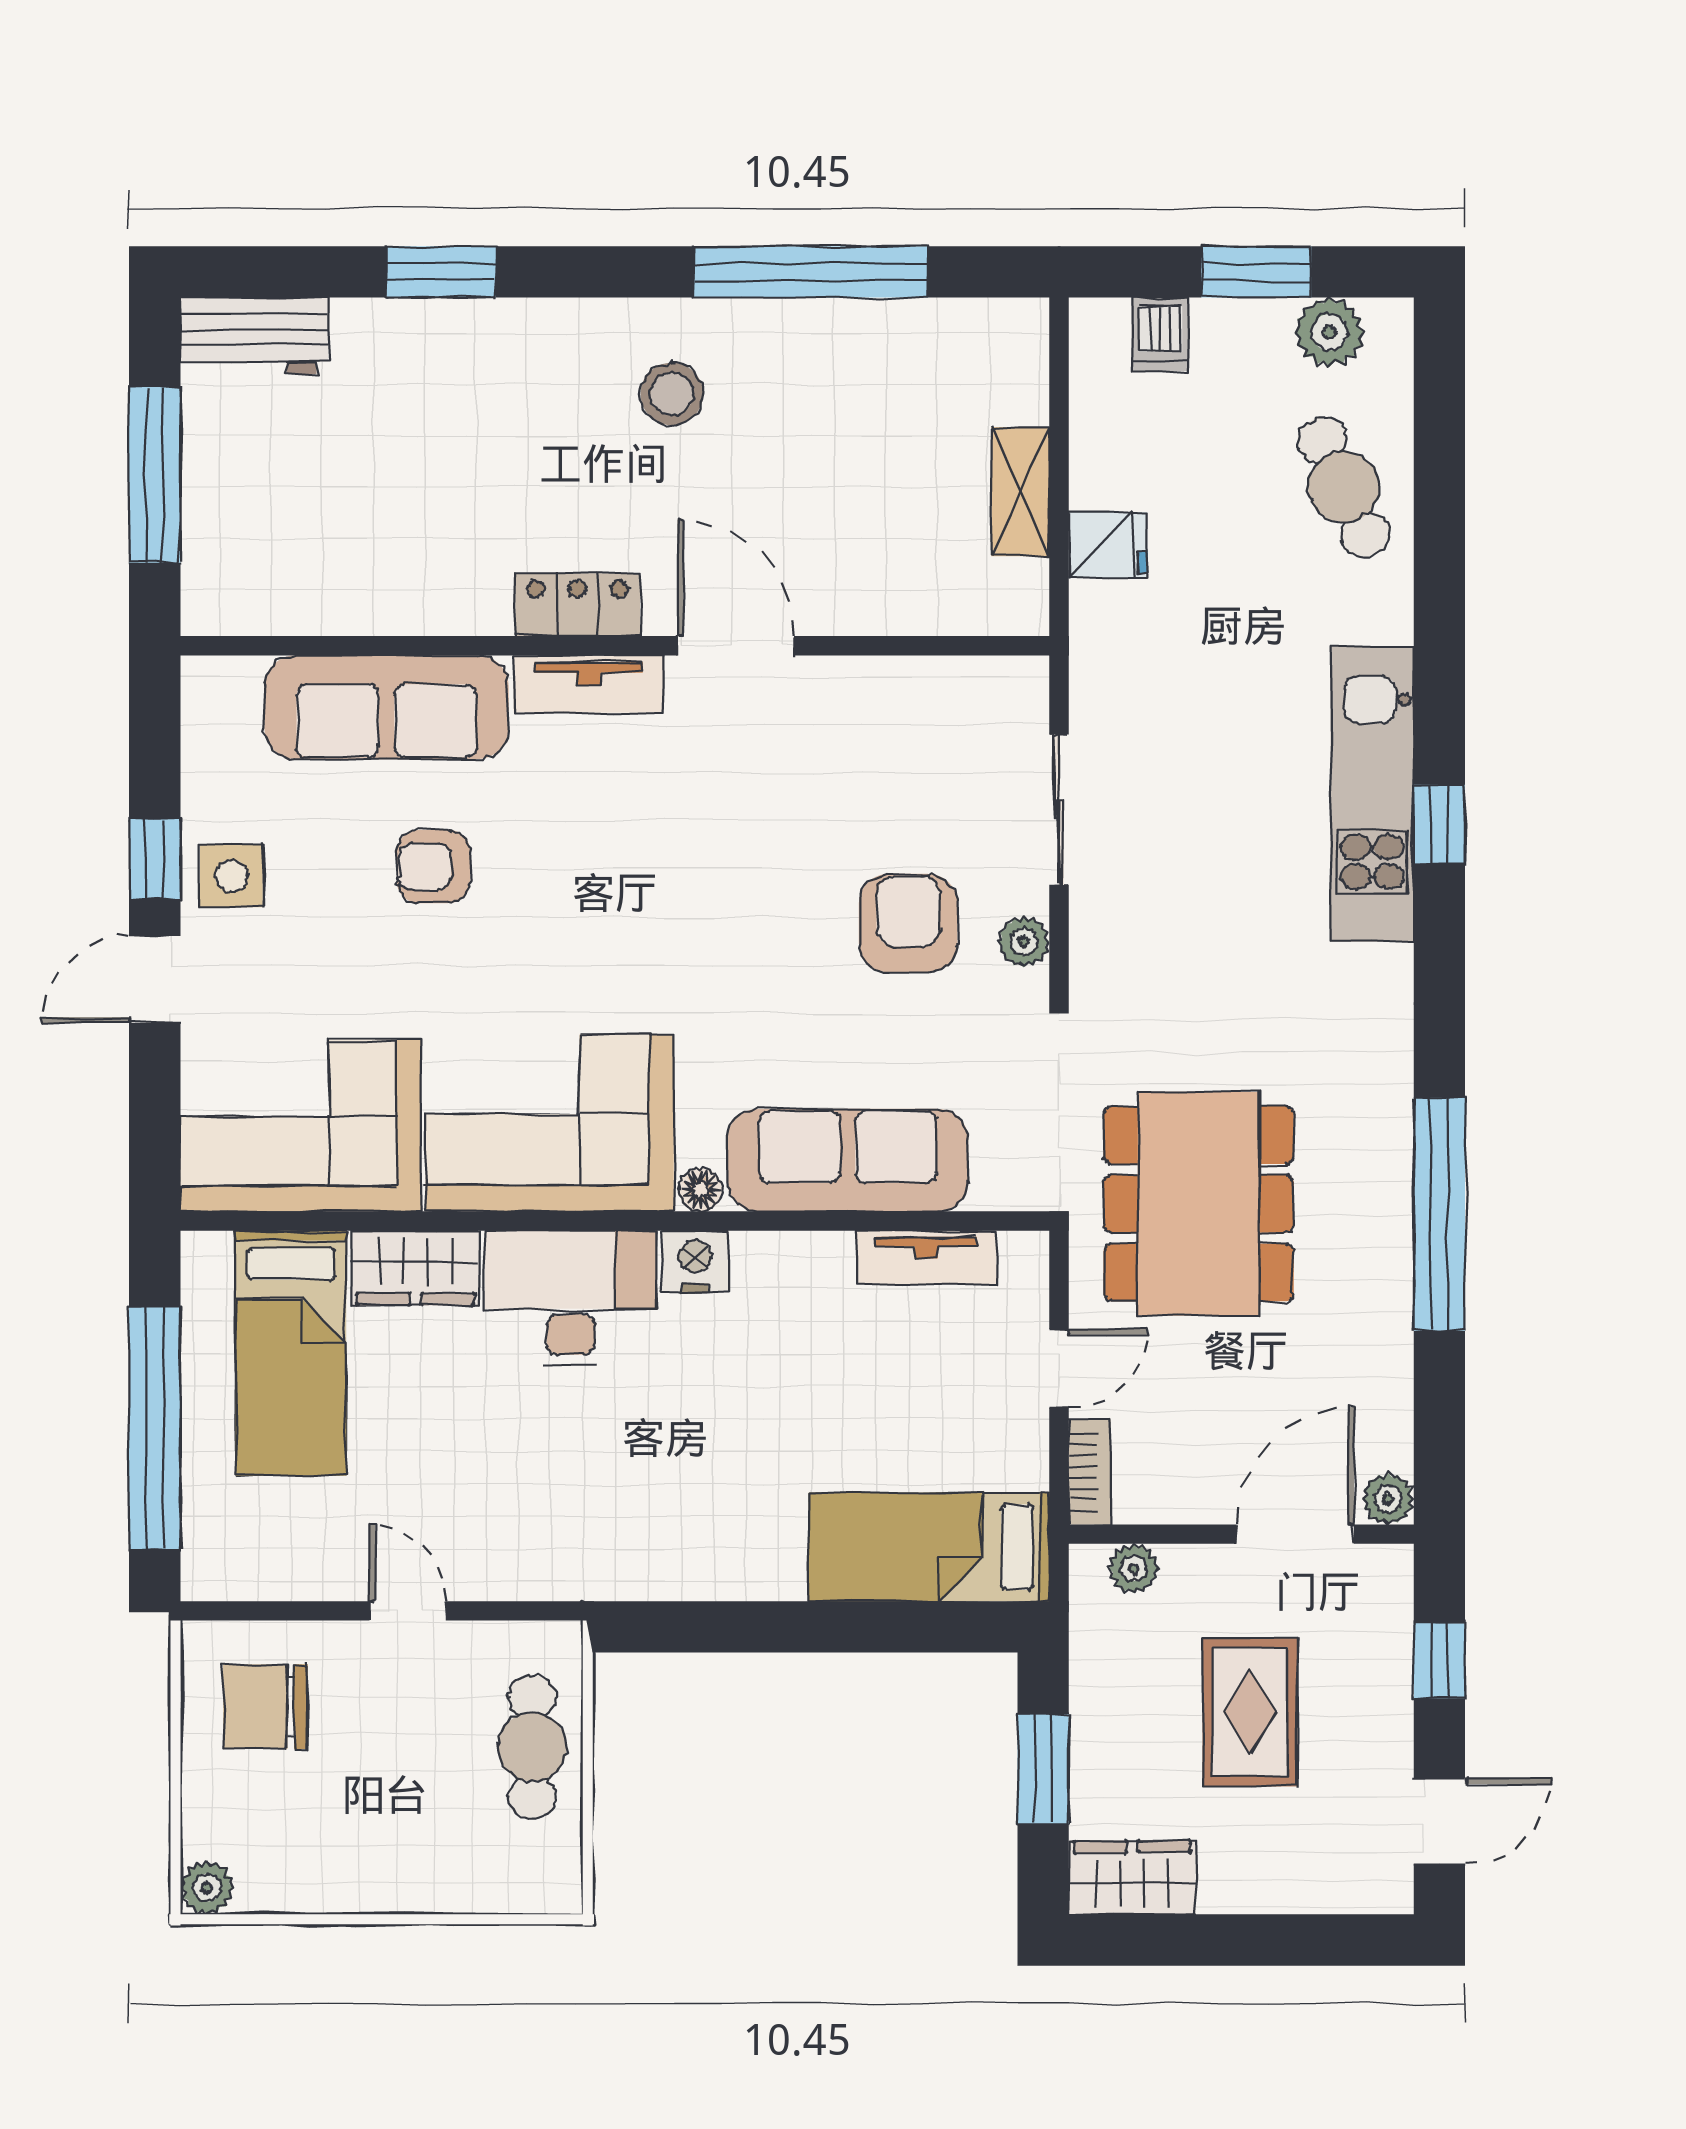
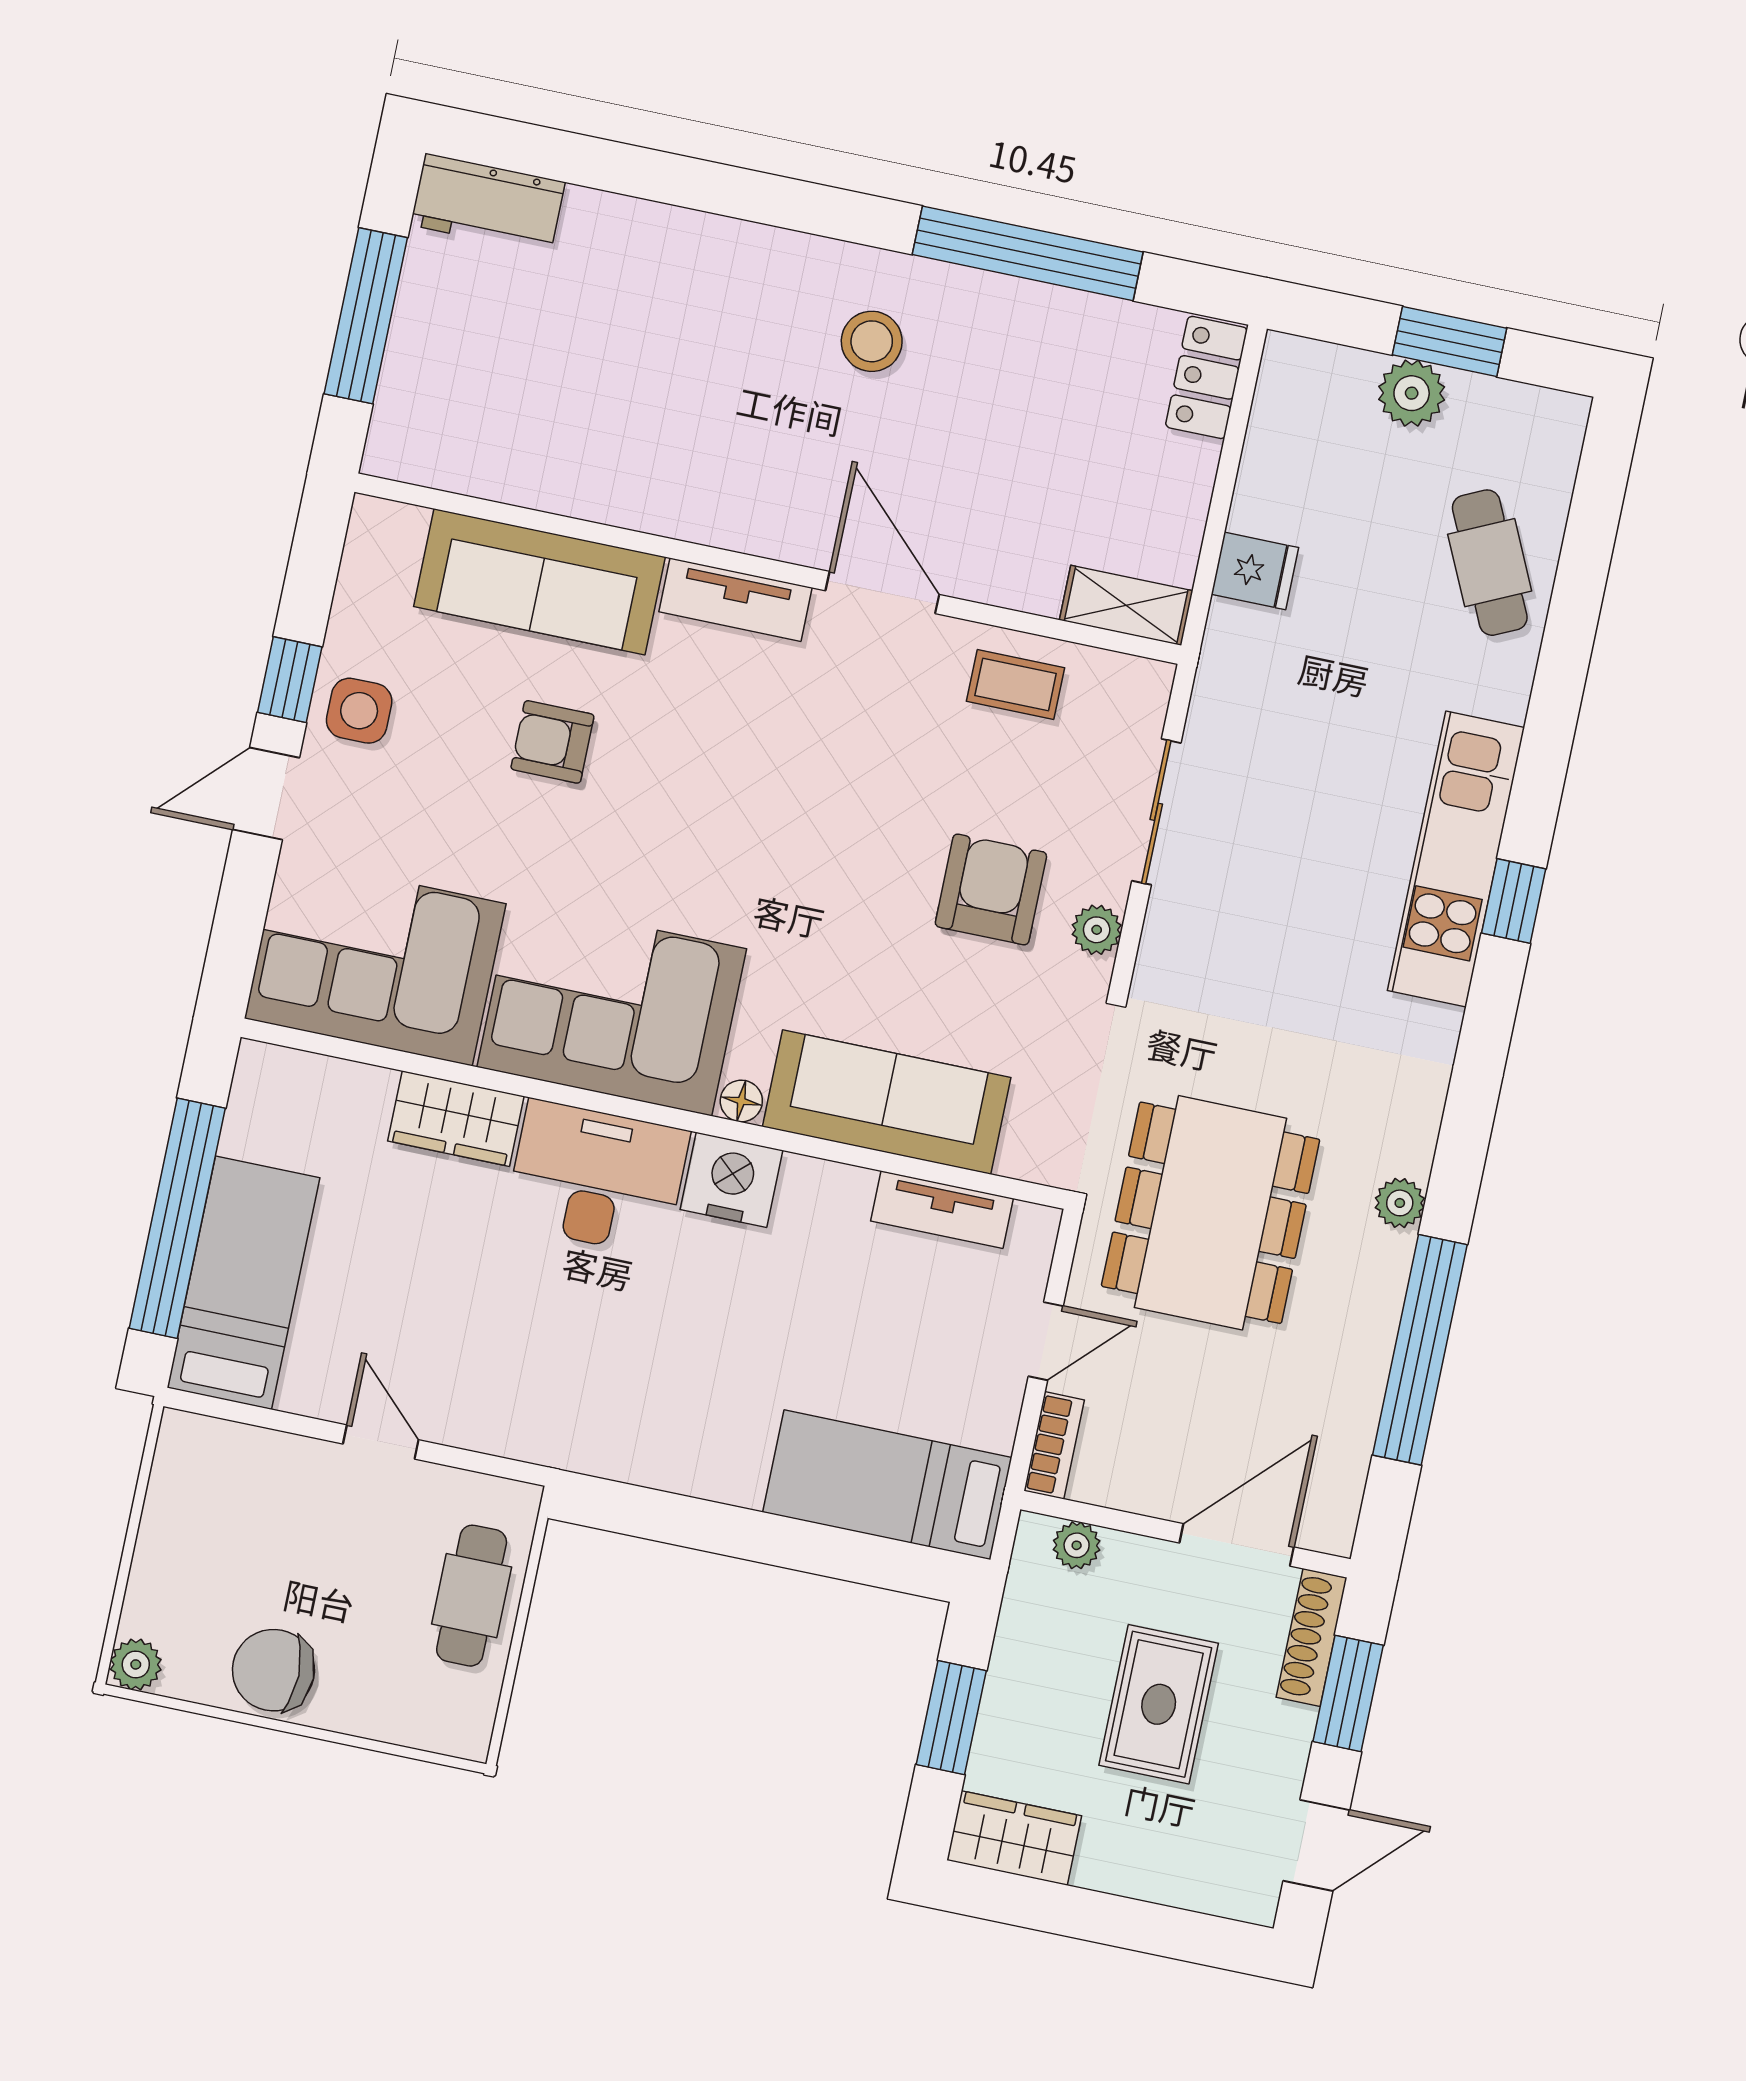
window: (441, 272) -> (677, 180), removed
plant: (1329, 332) -> (1412, 393), moved
dishwasher: (1160, 334) -> (1346, 382), removed
shelving: (1020, 492) -> (1126, 605), moved, turned 90
locker: (578, 605) -> (1206, 377), moved, turned -90
coffee table: (890, 711) -> (1016, 684), added
window: (1439, 1214) -> (1420, 1350), moved
nightstand: (695, 1261) -> (731, 1180), width x1.36, depth x1.33
bed: (291, 1353) -> (244, 1283), moved, turned 180
plant: (1388, 1499) -> (1400, 1203), moved
shoe rack: (1391, 1612) -> (1312, 1637), added
window: (1439, 1661) -> (1348, 1693), width x1.50
chair: (265, 1707) -> (273, 1670), moved

